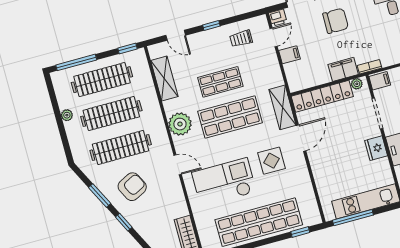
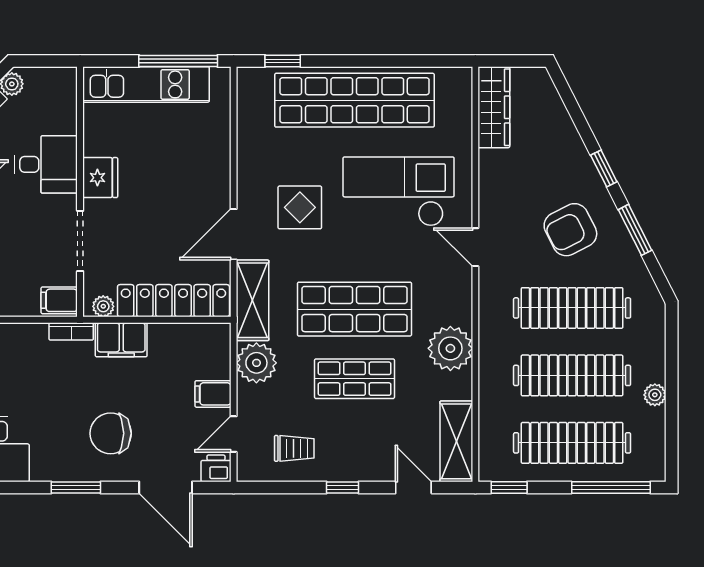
plant: (272, 76) -> (256, 363), added
shelving: (164, 79) -> (456, 441), moved
plant: (180, 124) -> (450, 348), moved
checkout: (224, 182) -> (399, 191), turned 180

